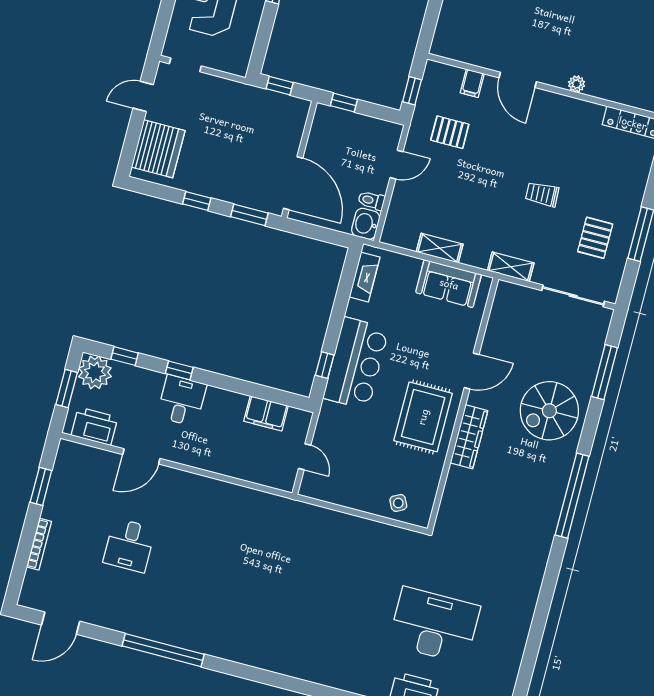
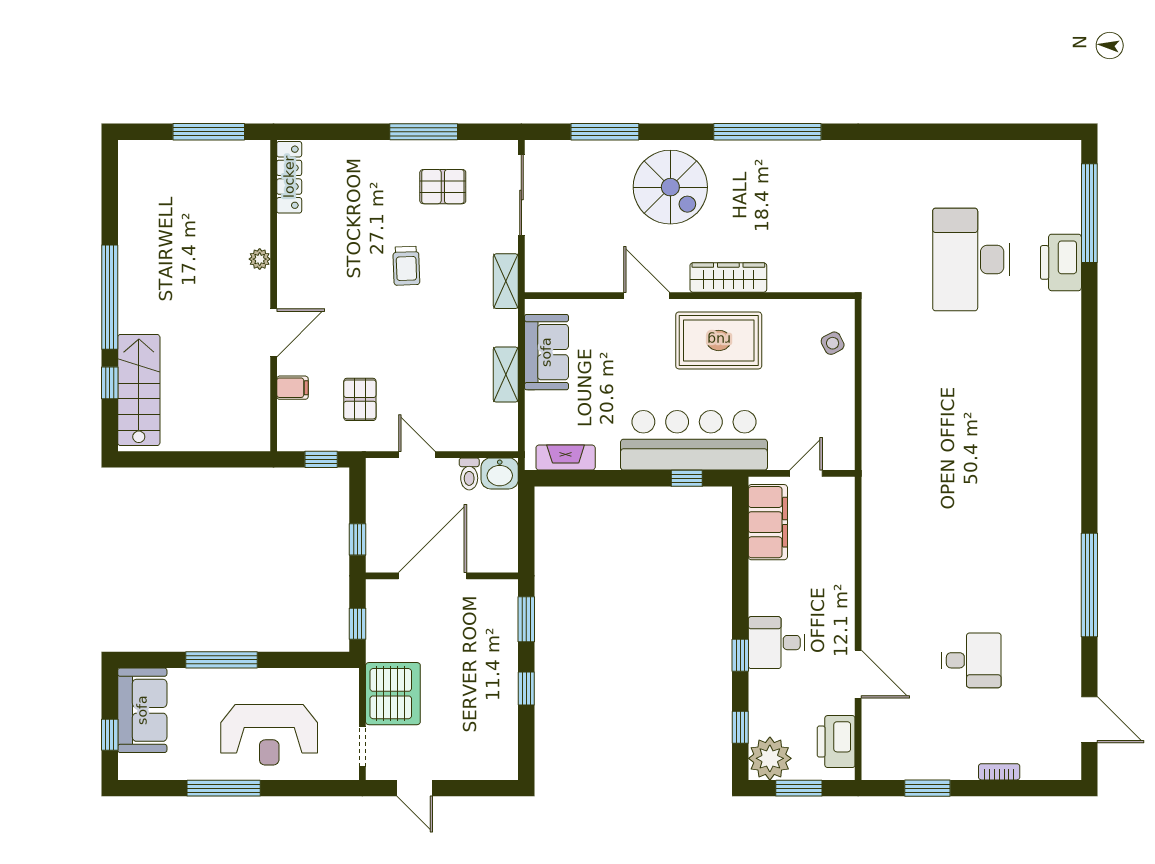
server rack: (158, 149) -> (393, 694), moved, turned 90
door: (293, 183) -> (432, 576), moved
bar counter: (356, 363) -> (694, 440), width x1.36
filing cabinet: (266, 413) -> (768, 522), width x1.50, depth x1.17
bookcase: (39, 544) -> (999, 772), width x0.64

